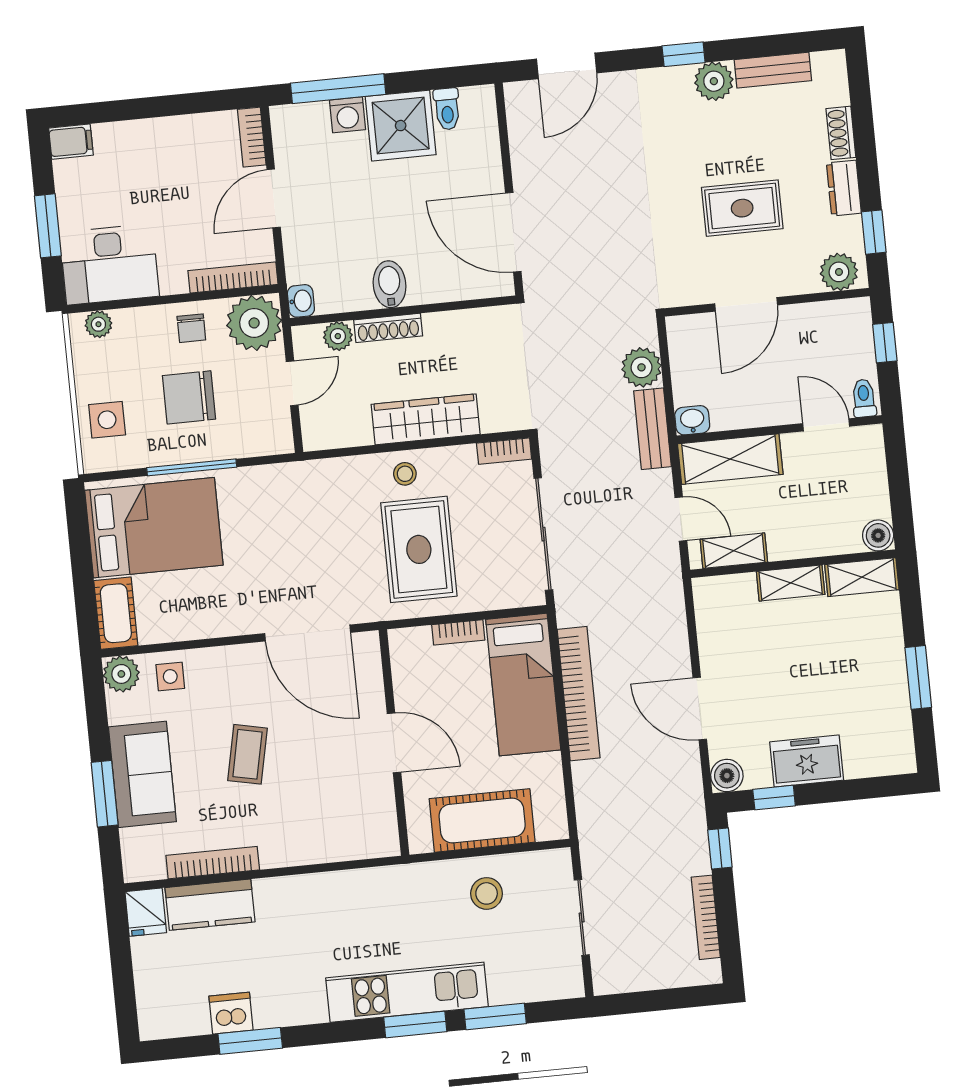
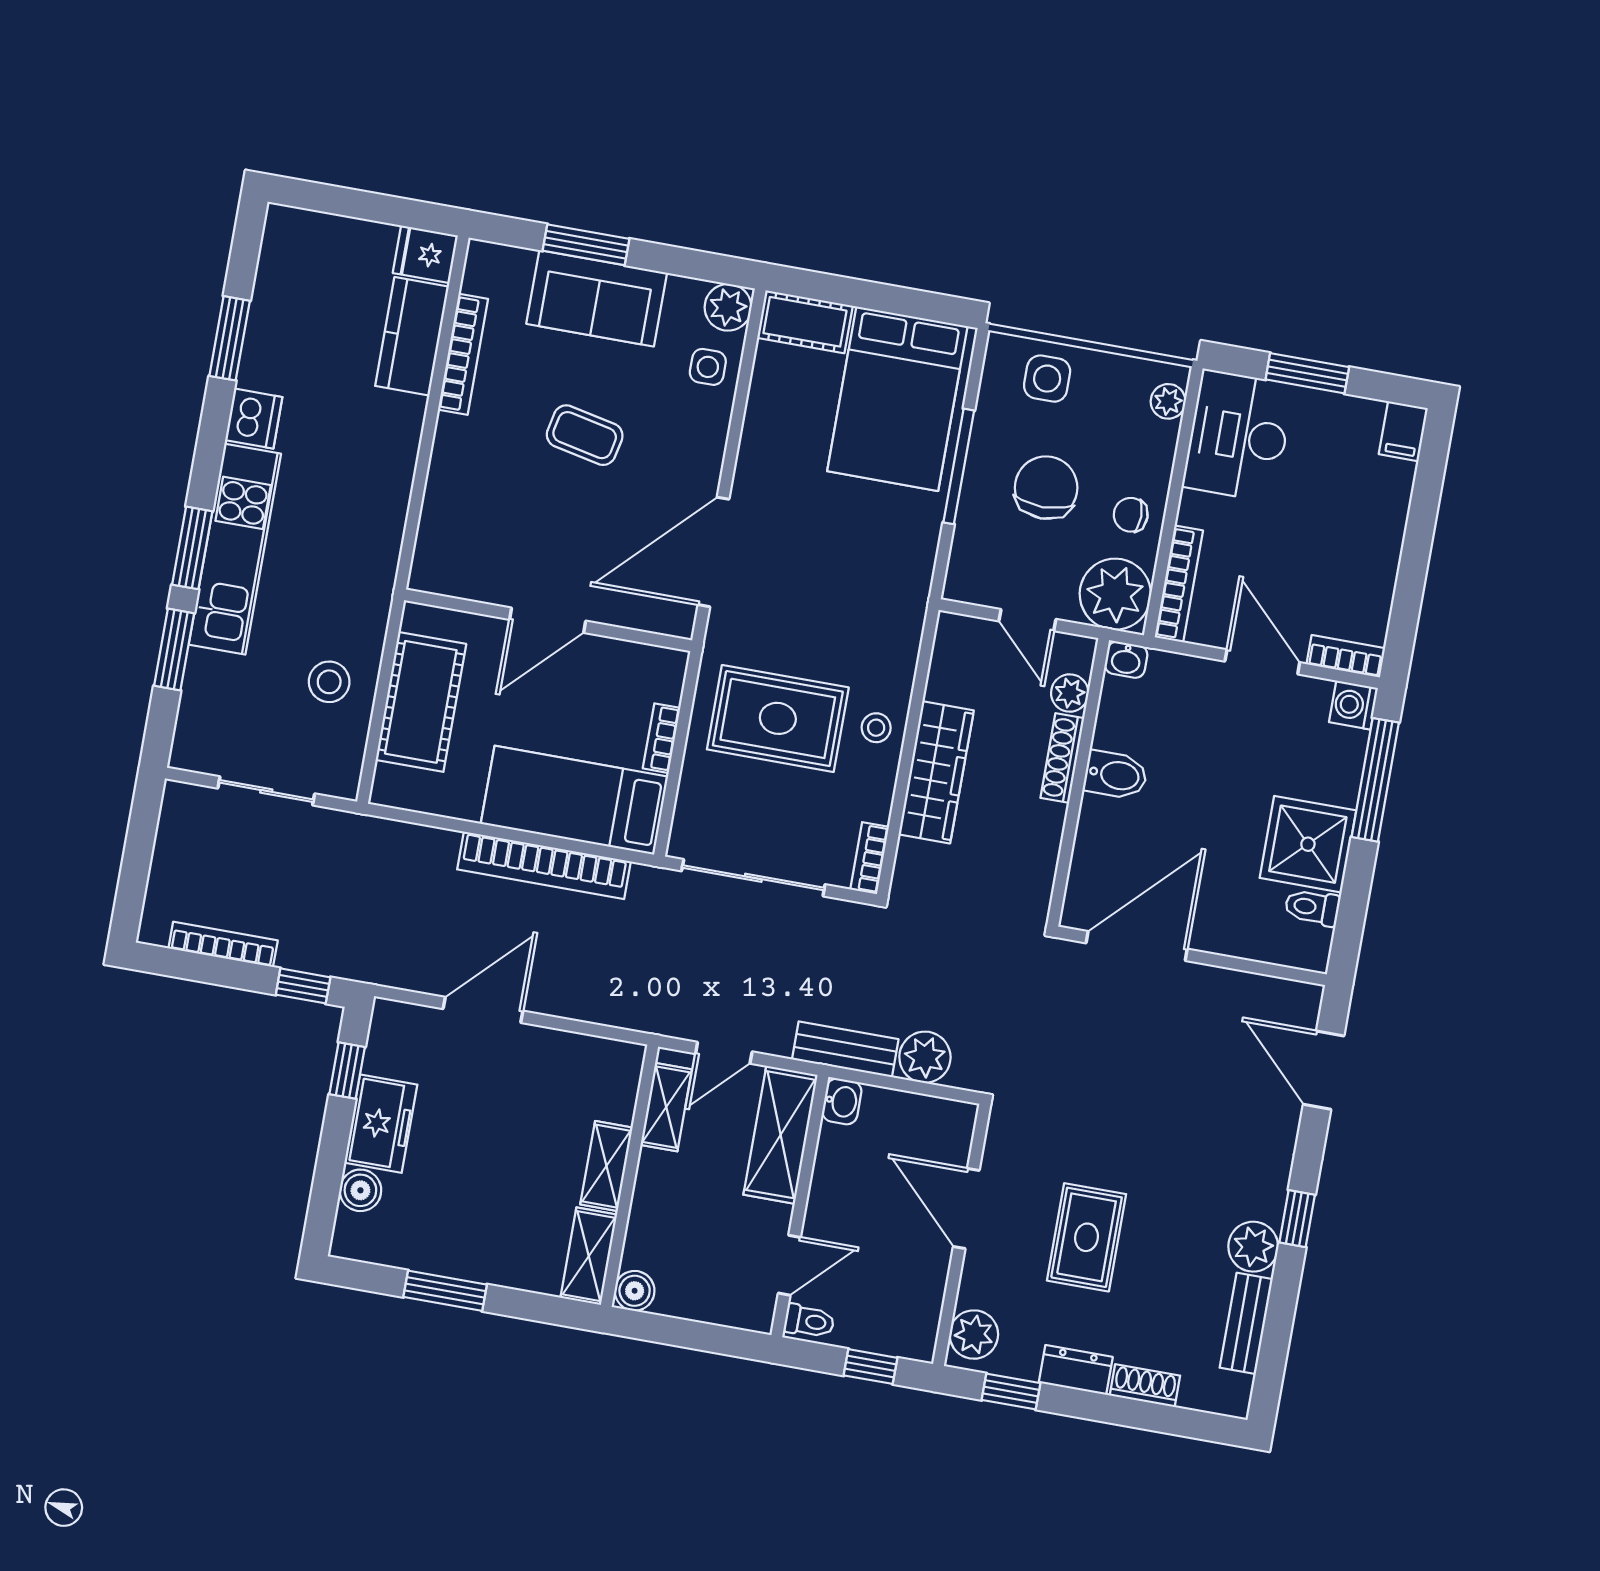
washing machine: (348, 115) -> (1354, 705), moved
boiler: (727, 776) -> (360, 1190), moved
dishwasher: (231, 1013) -> (254, 419), moved

